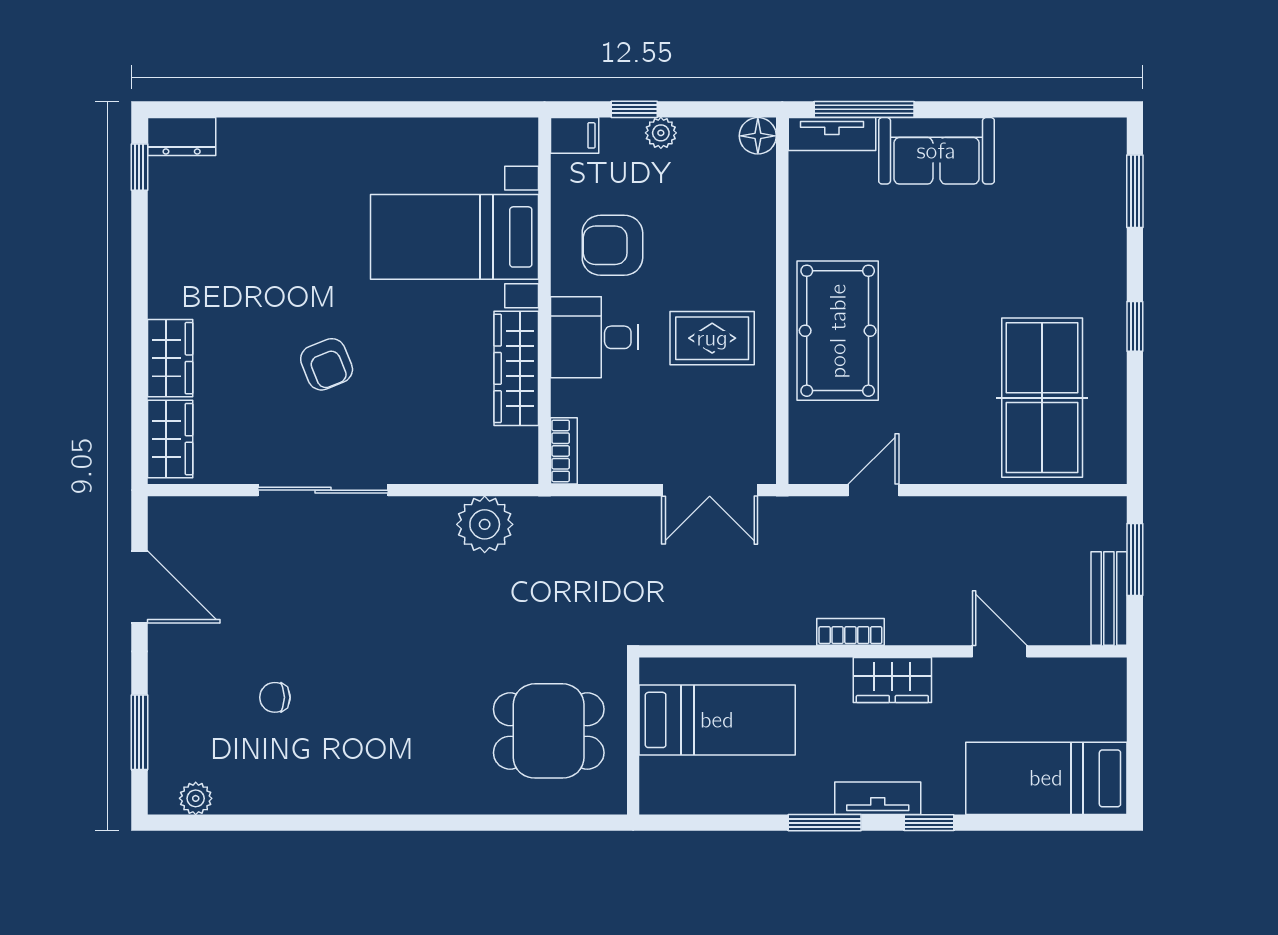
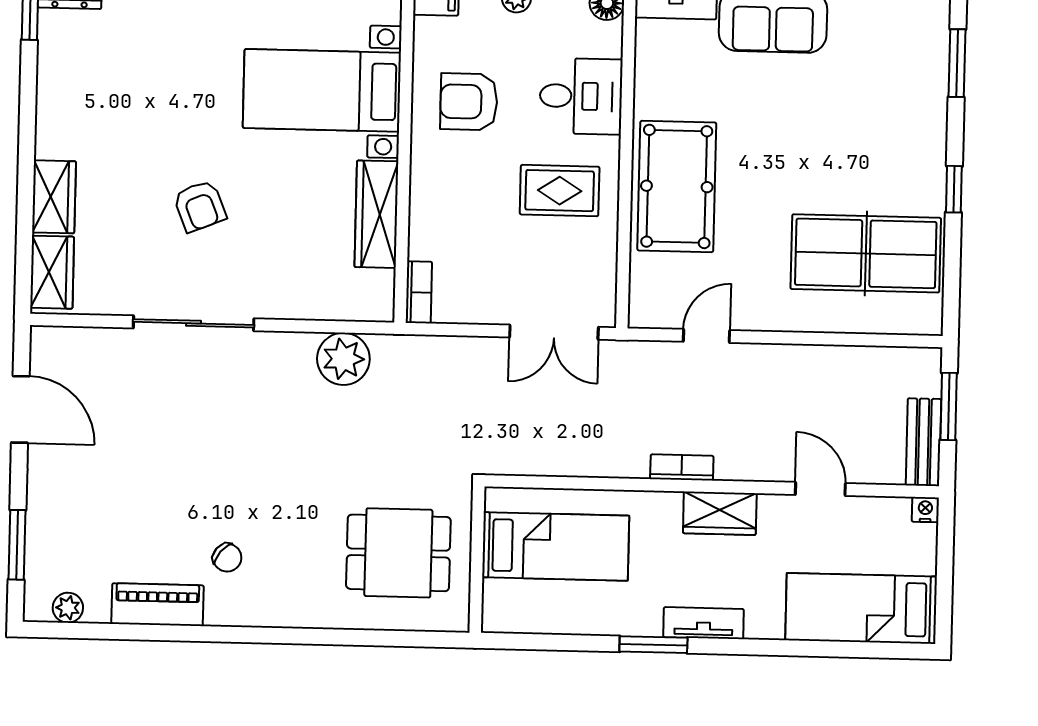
desk: (594, 337) -> (581, 96), moved, turned 180
table tennis table: (1042, 398) -> (866, 253), turned 90
nightstand: (1113, 671) -> (925, 510), added
chair: (275, 697) -> (227, 558), moved, turned -140
piano: (292, 793) -> (158, 605), added
window: (929, 823) -> (751, 647), removed

